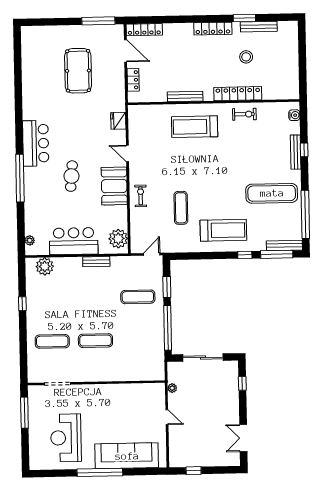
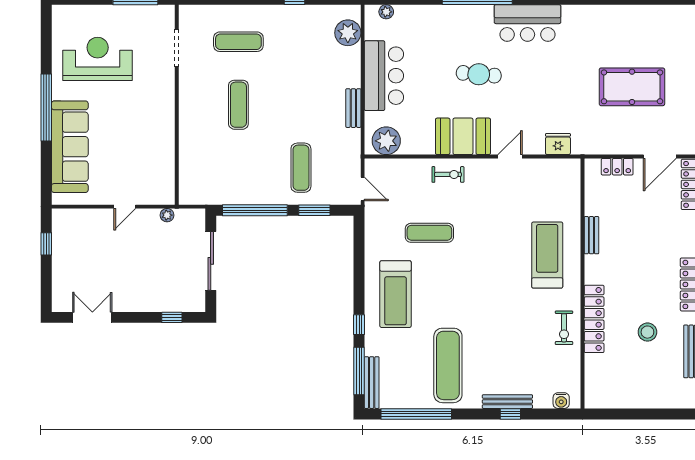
bench: (185, 96) -> (591, 235), width x0.73
exercise mat: (52, 341) -> (238, 42), turned 90

